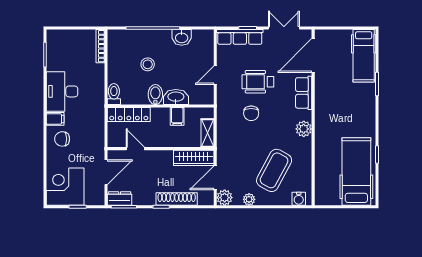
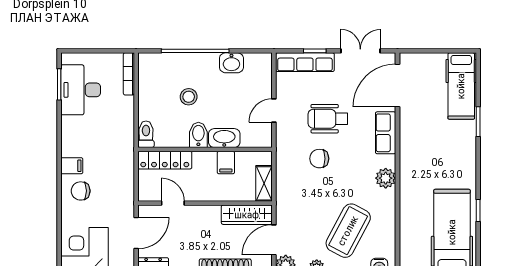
desk: (62, 91) -> (81, 90), moved
chair: (251, 113) -> (319, 159), turned 90

